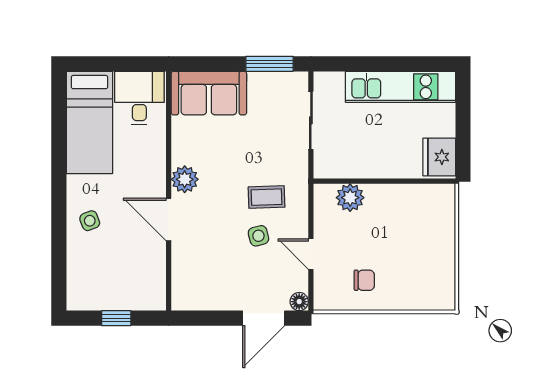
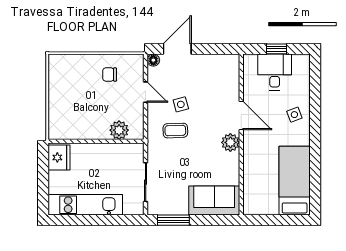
desk: (139, 98) -> (275, 72), moved, turned 180

